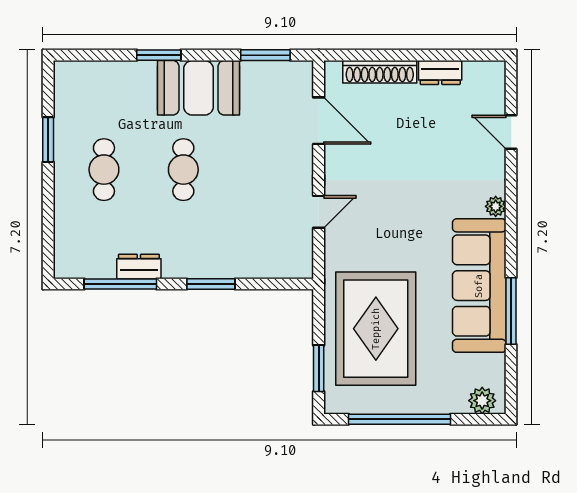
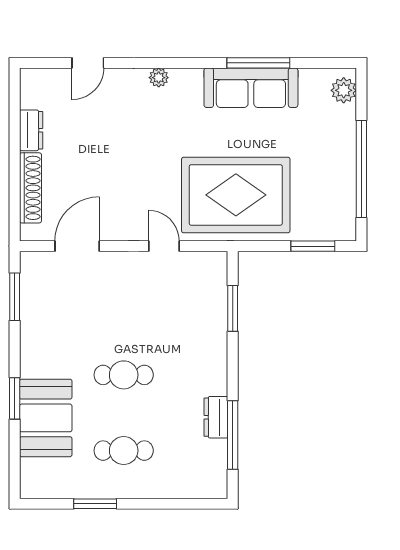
booth: (198, 88) -> (46, 418), moved
window: (211, 284) -> (233, 308), moved
sofa: (479, 286) -> (251, 88), width x0.74, depth x0.79
rug: (376, 329) -> (236, 195), moved

